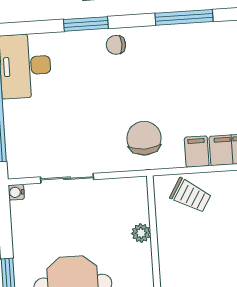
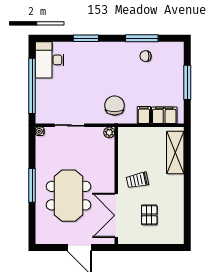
chair: (116, 45) -> (146, 56), moved
trolley: (191, 196) -> (137, 180), moved, turned 137
plant: (141, 233) -> (109, 132), moved

